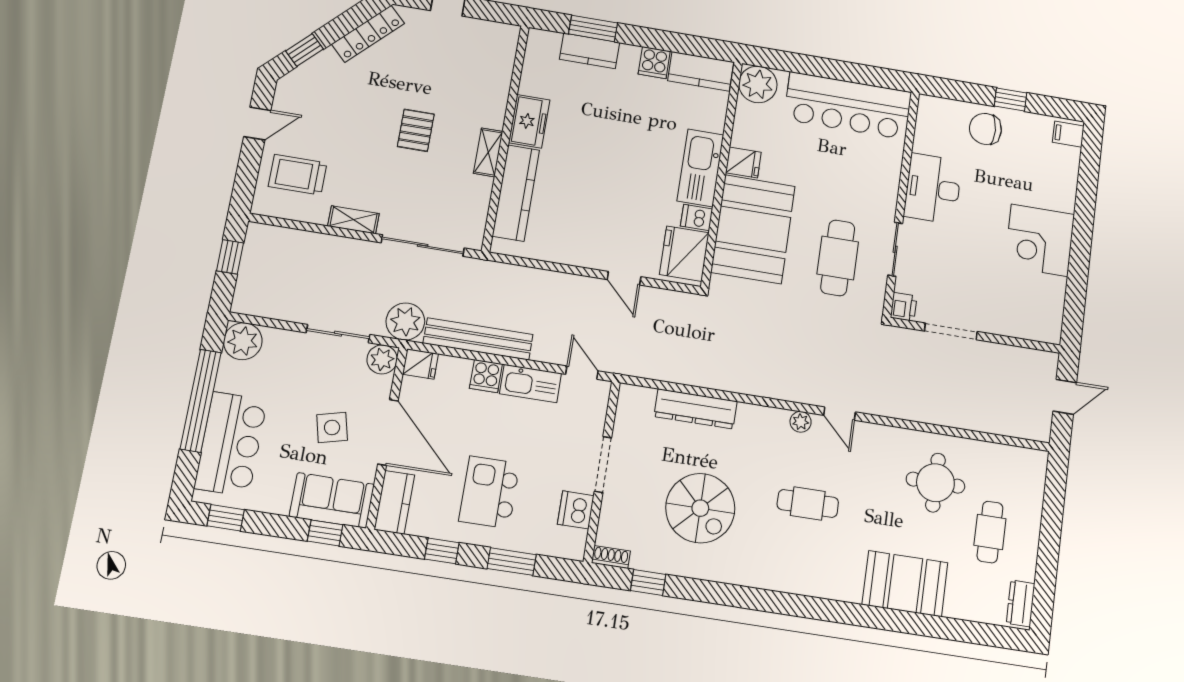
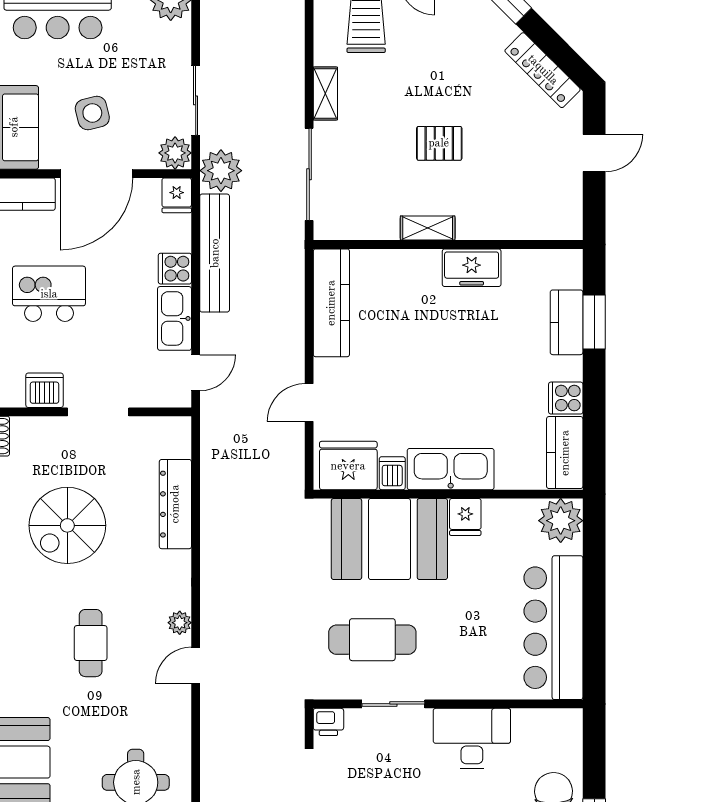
kitchen counter: (516, 193) -> (331, 303), moved, turned -90

